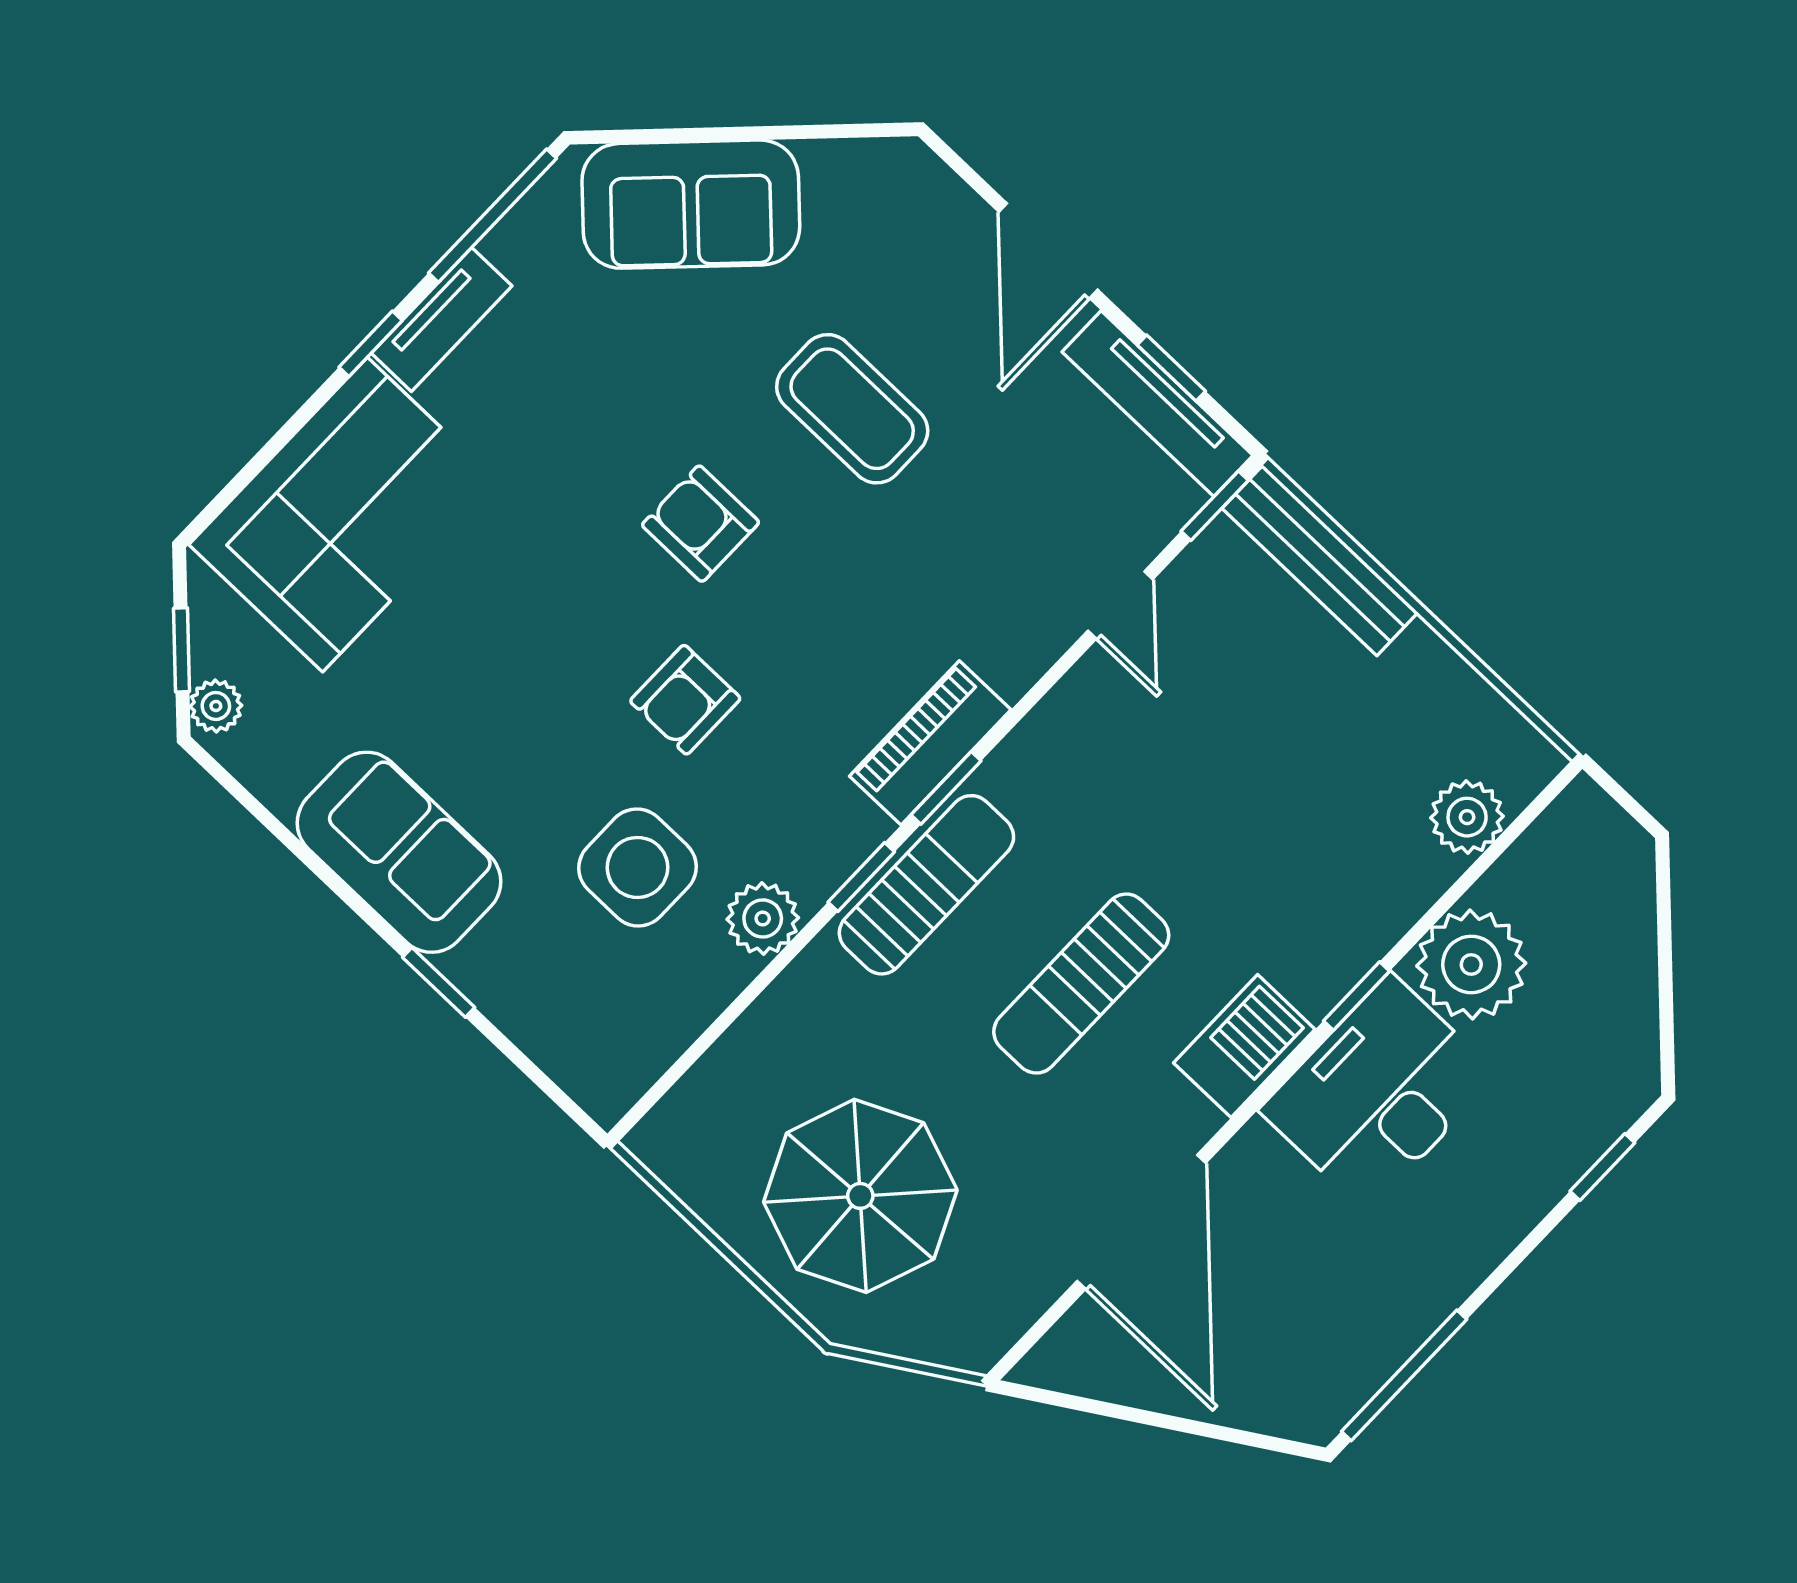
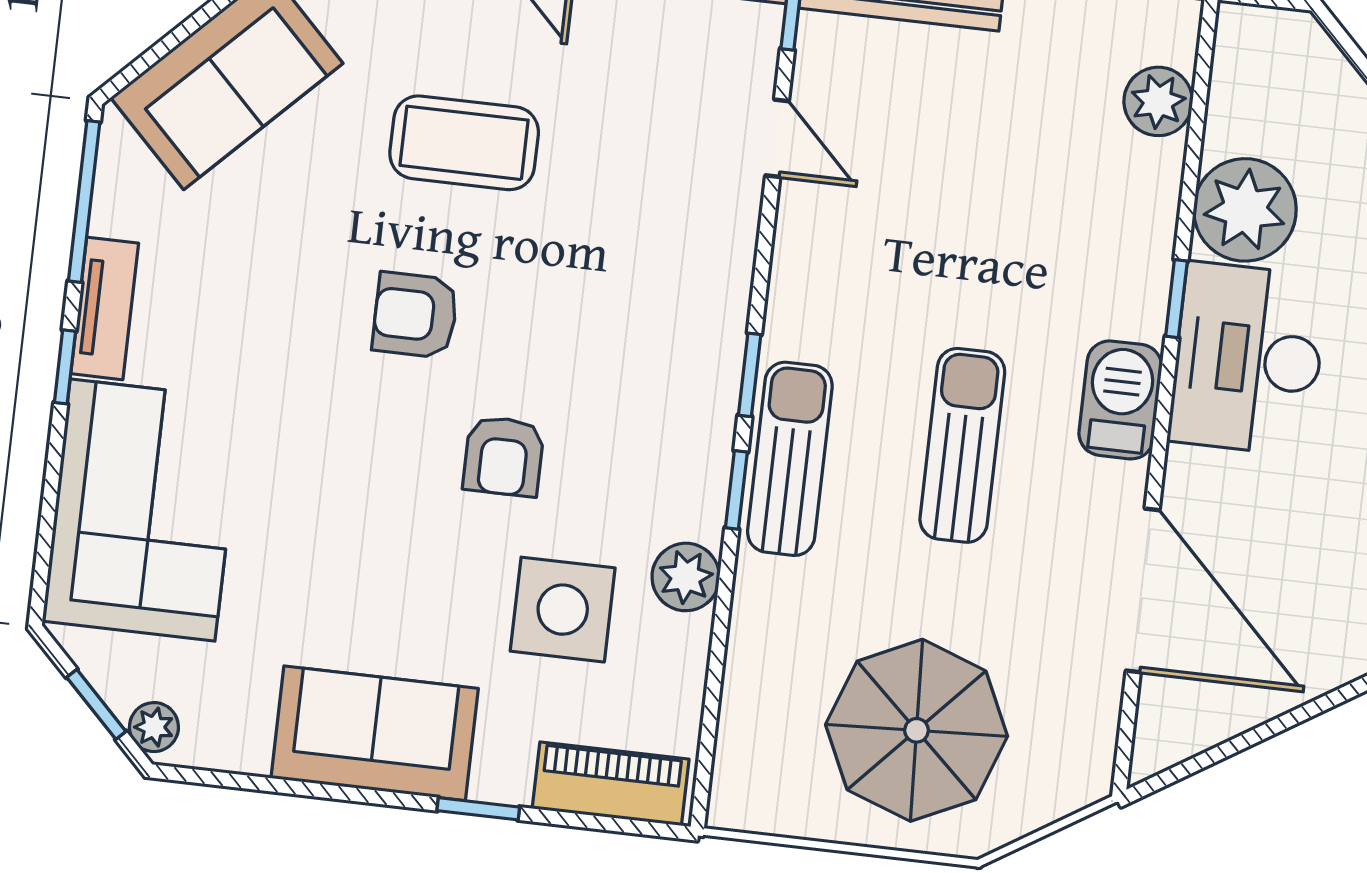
piano: (930, 743) -> (611, 784), moved, turned 90
sun lounger: (1081, 984) -> (962, 445), turned 180

